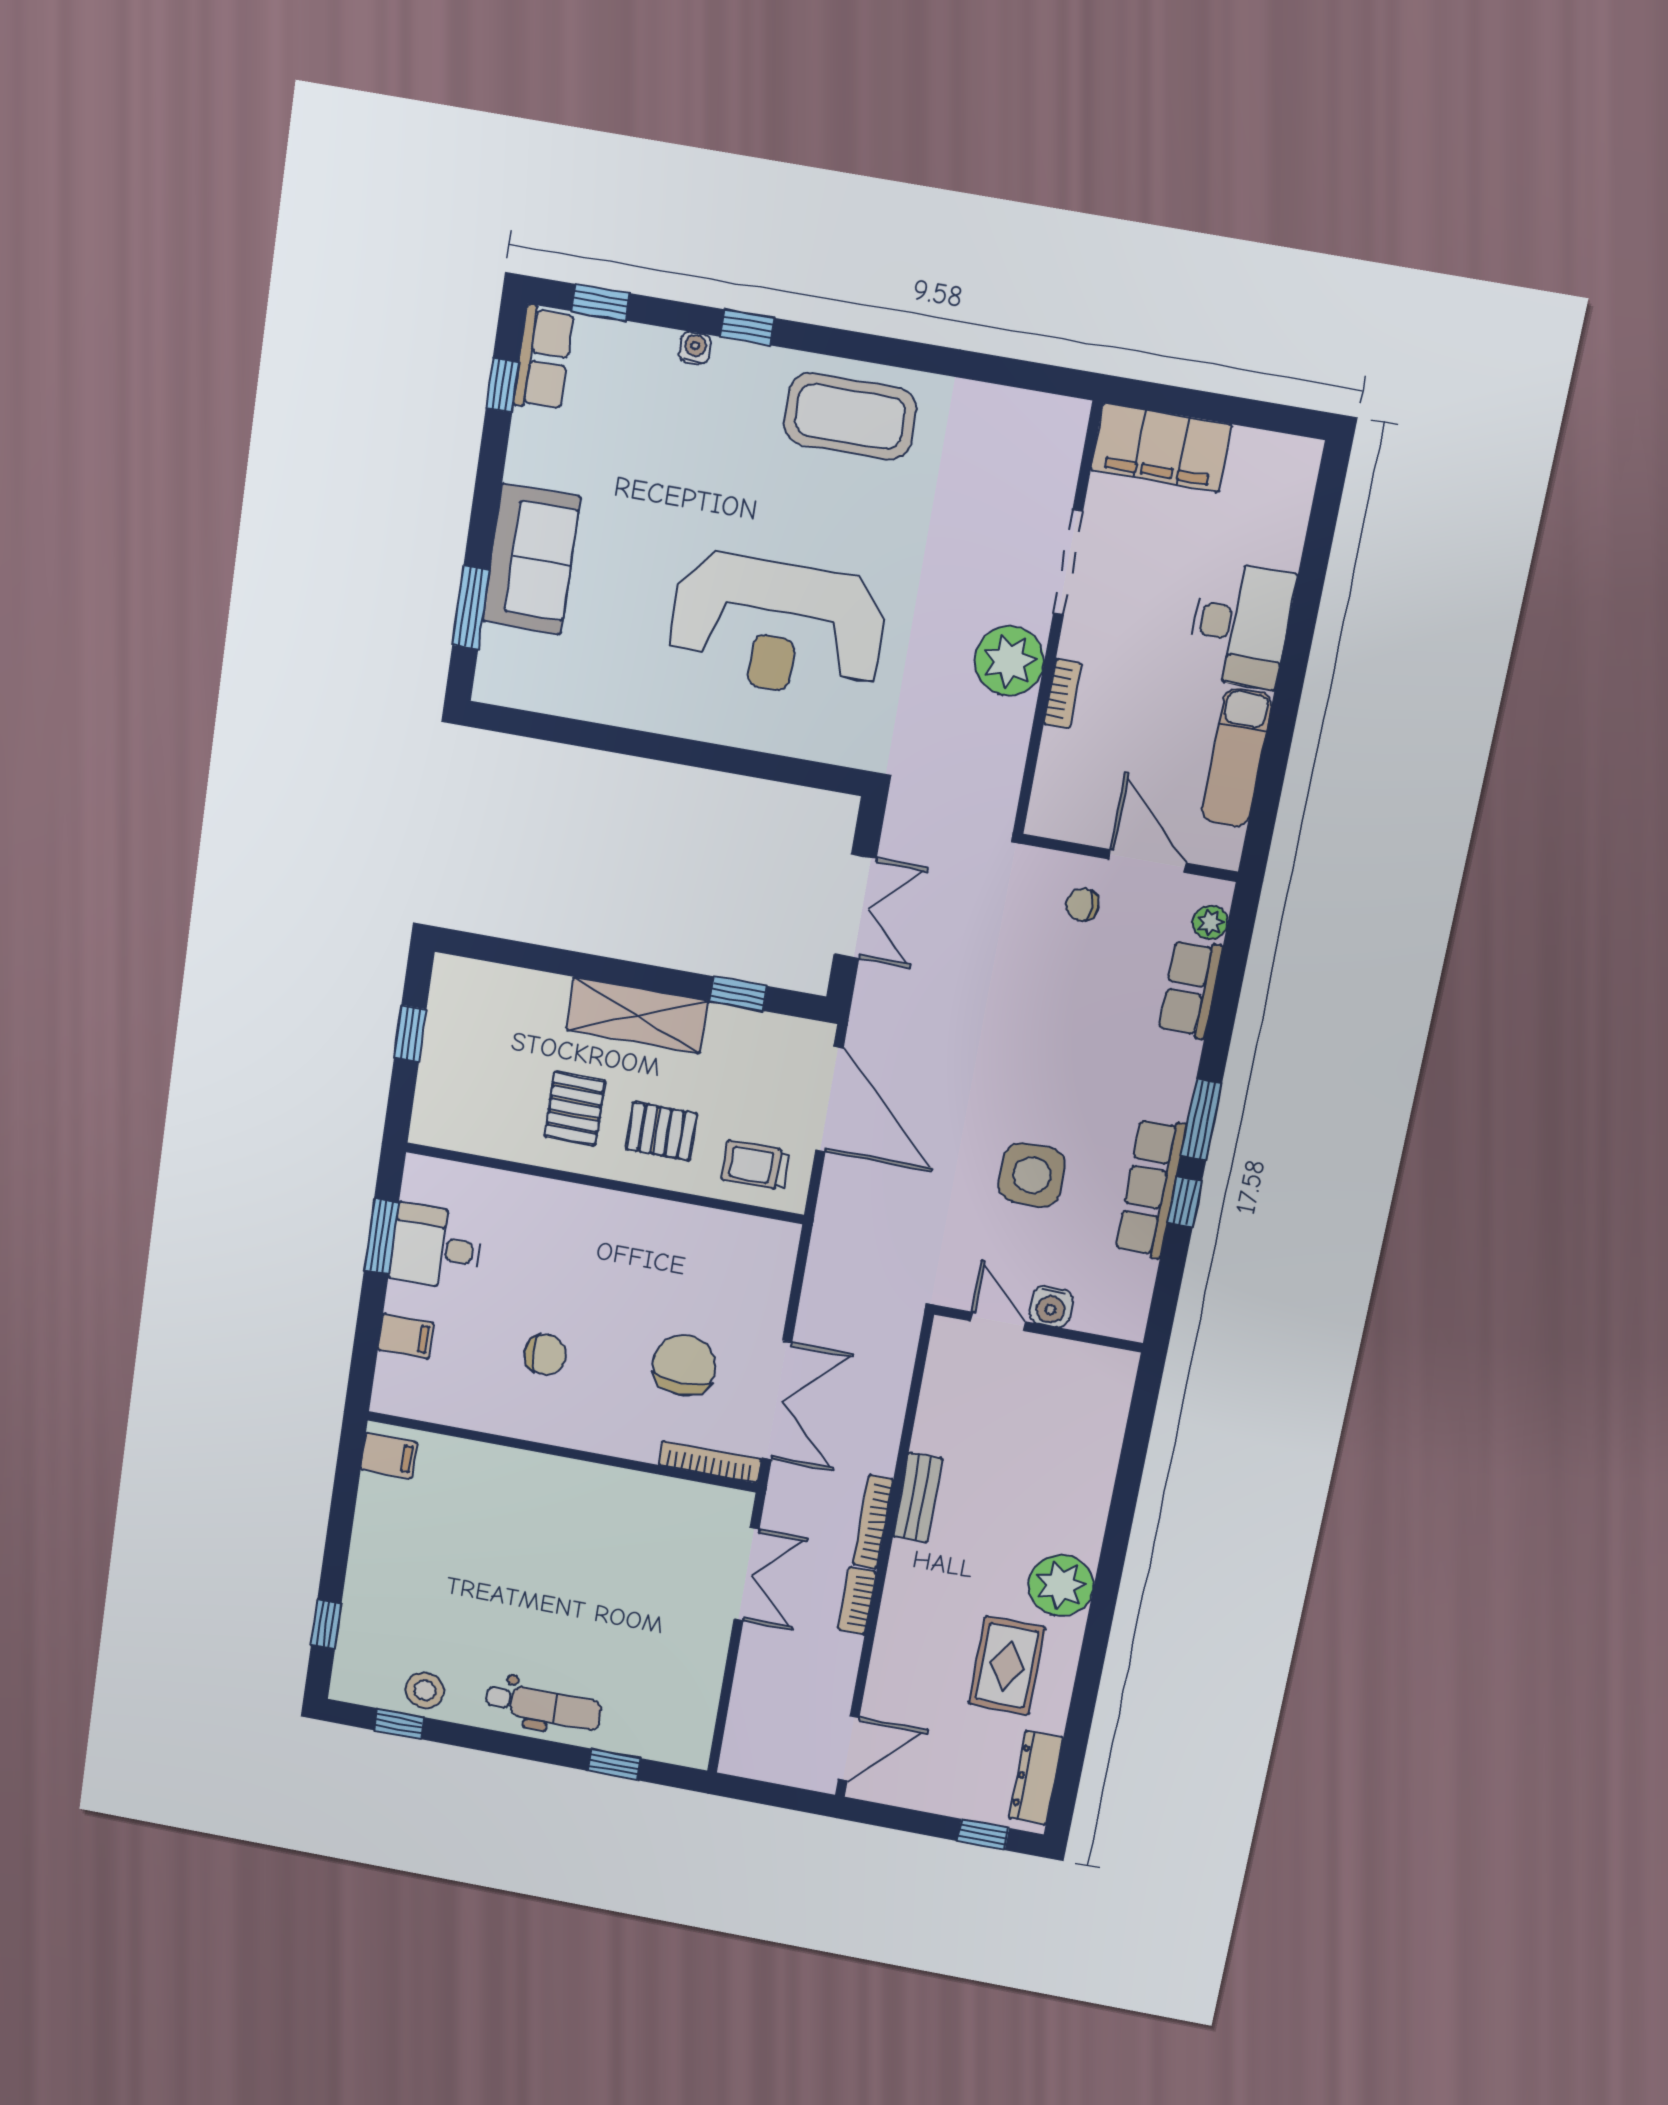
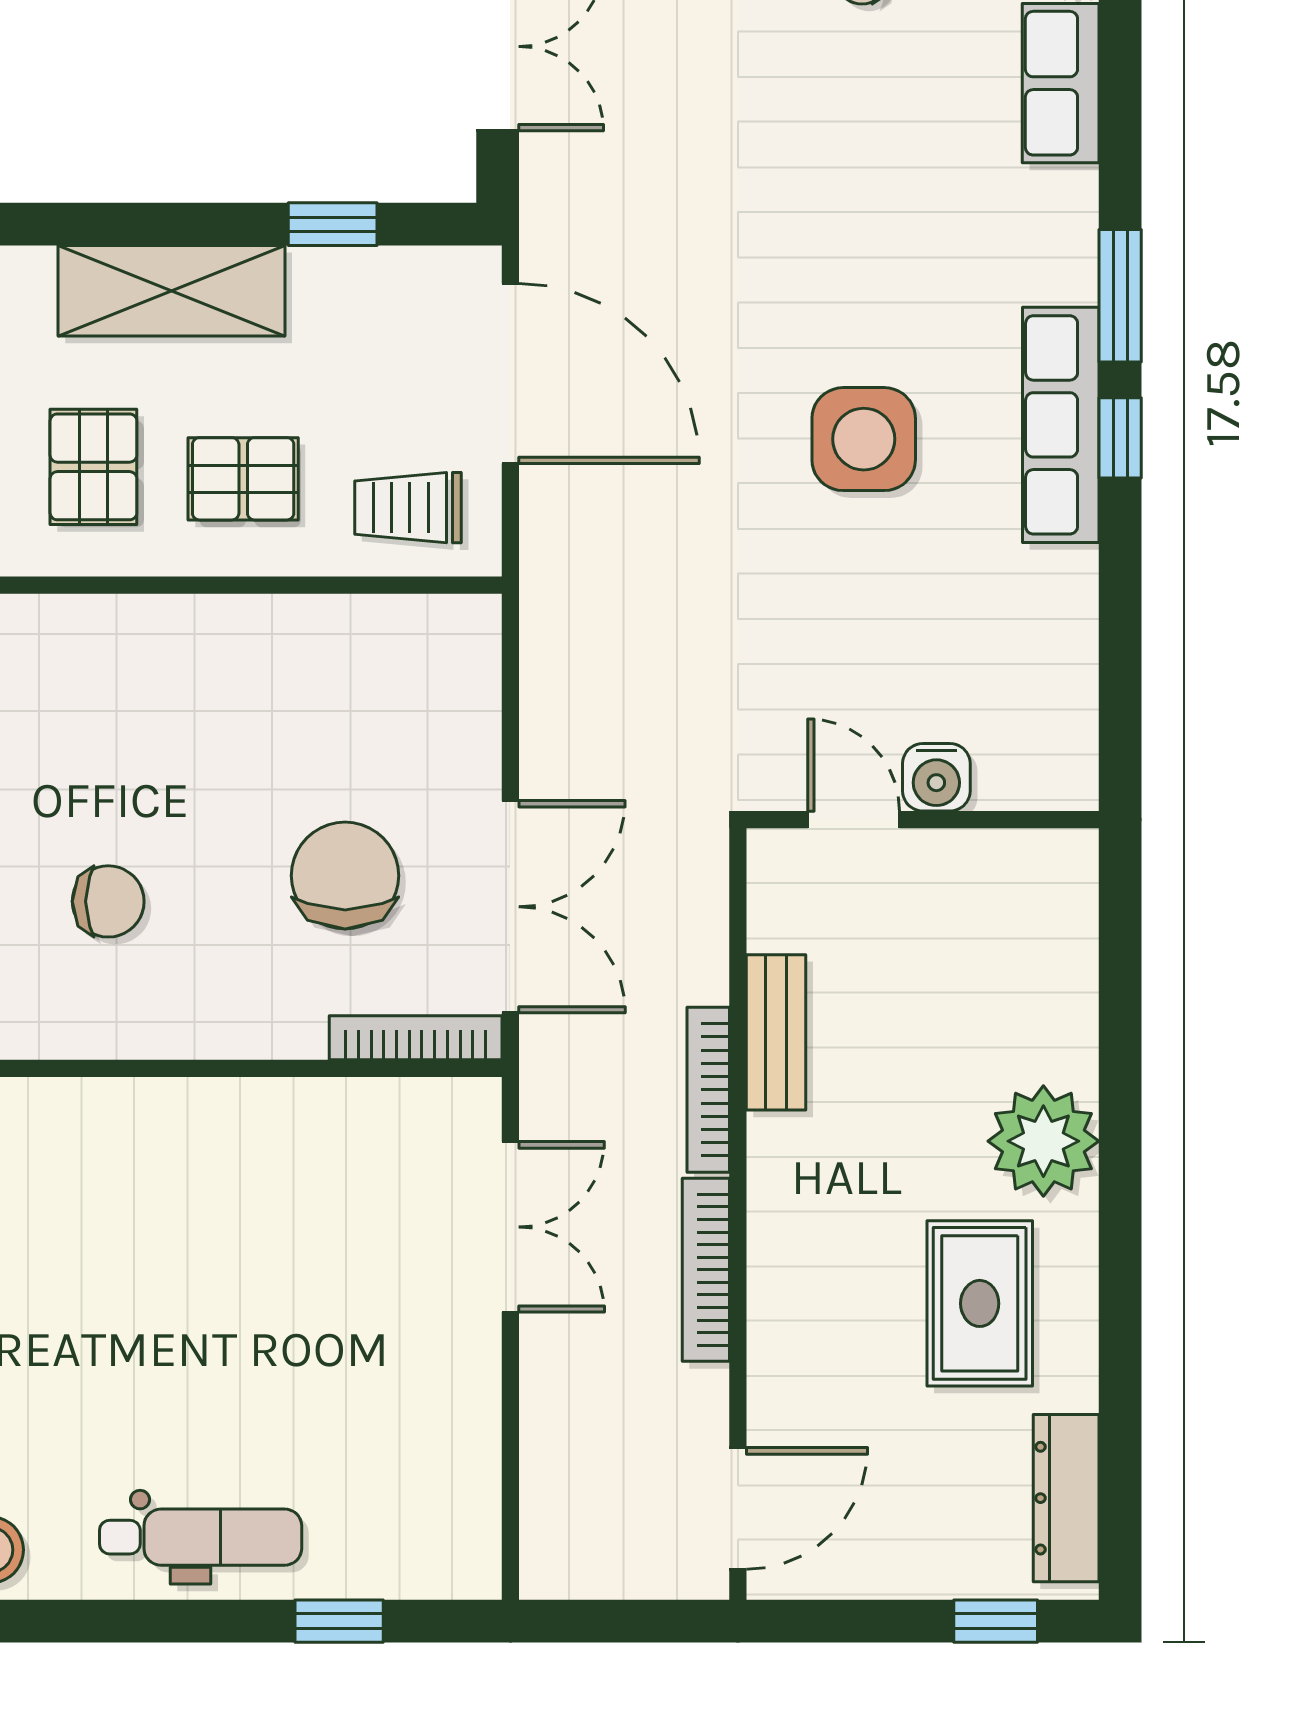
water cooler: (1051, 1306) -> (936, 777), moved
door: (998, 1321) -> (854, 820), moved
wall: (1038, 1329) -> (923, 820), moved
bookcase: (857, 1601) -> (706, 1270), width x1.56

